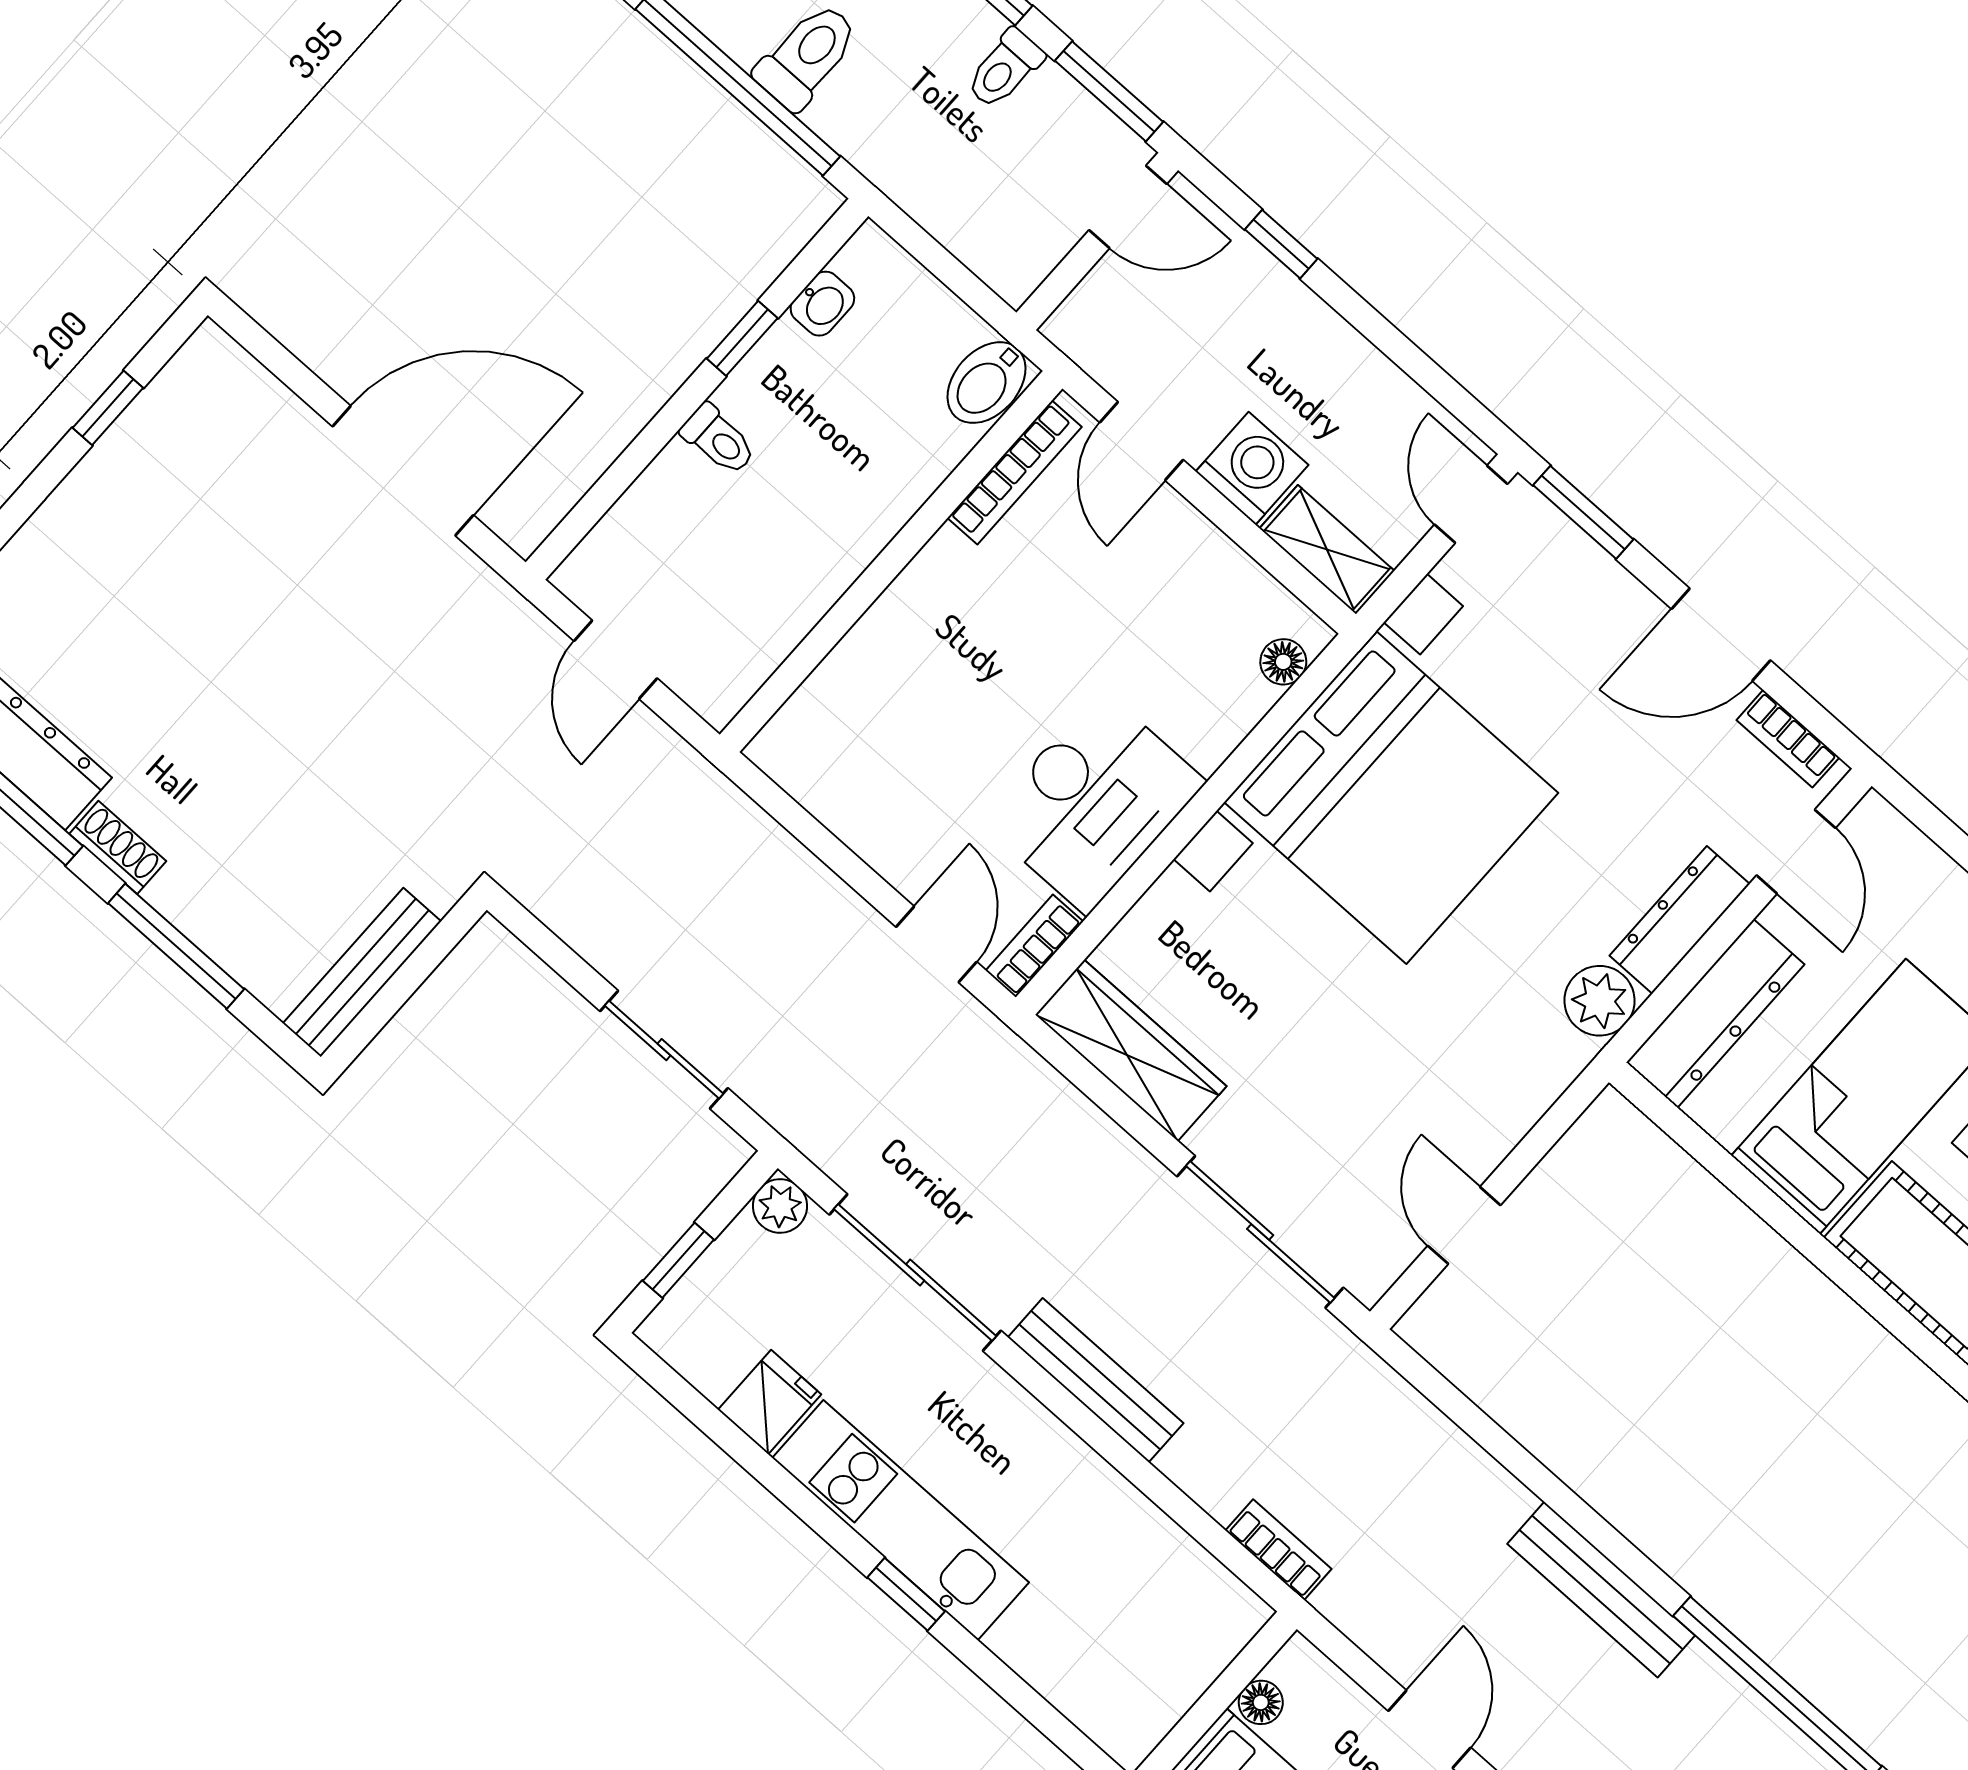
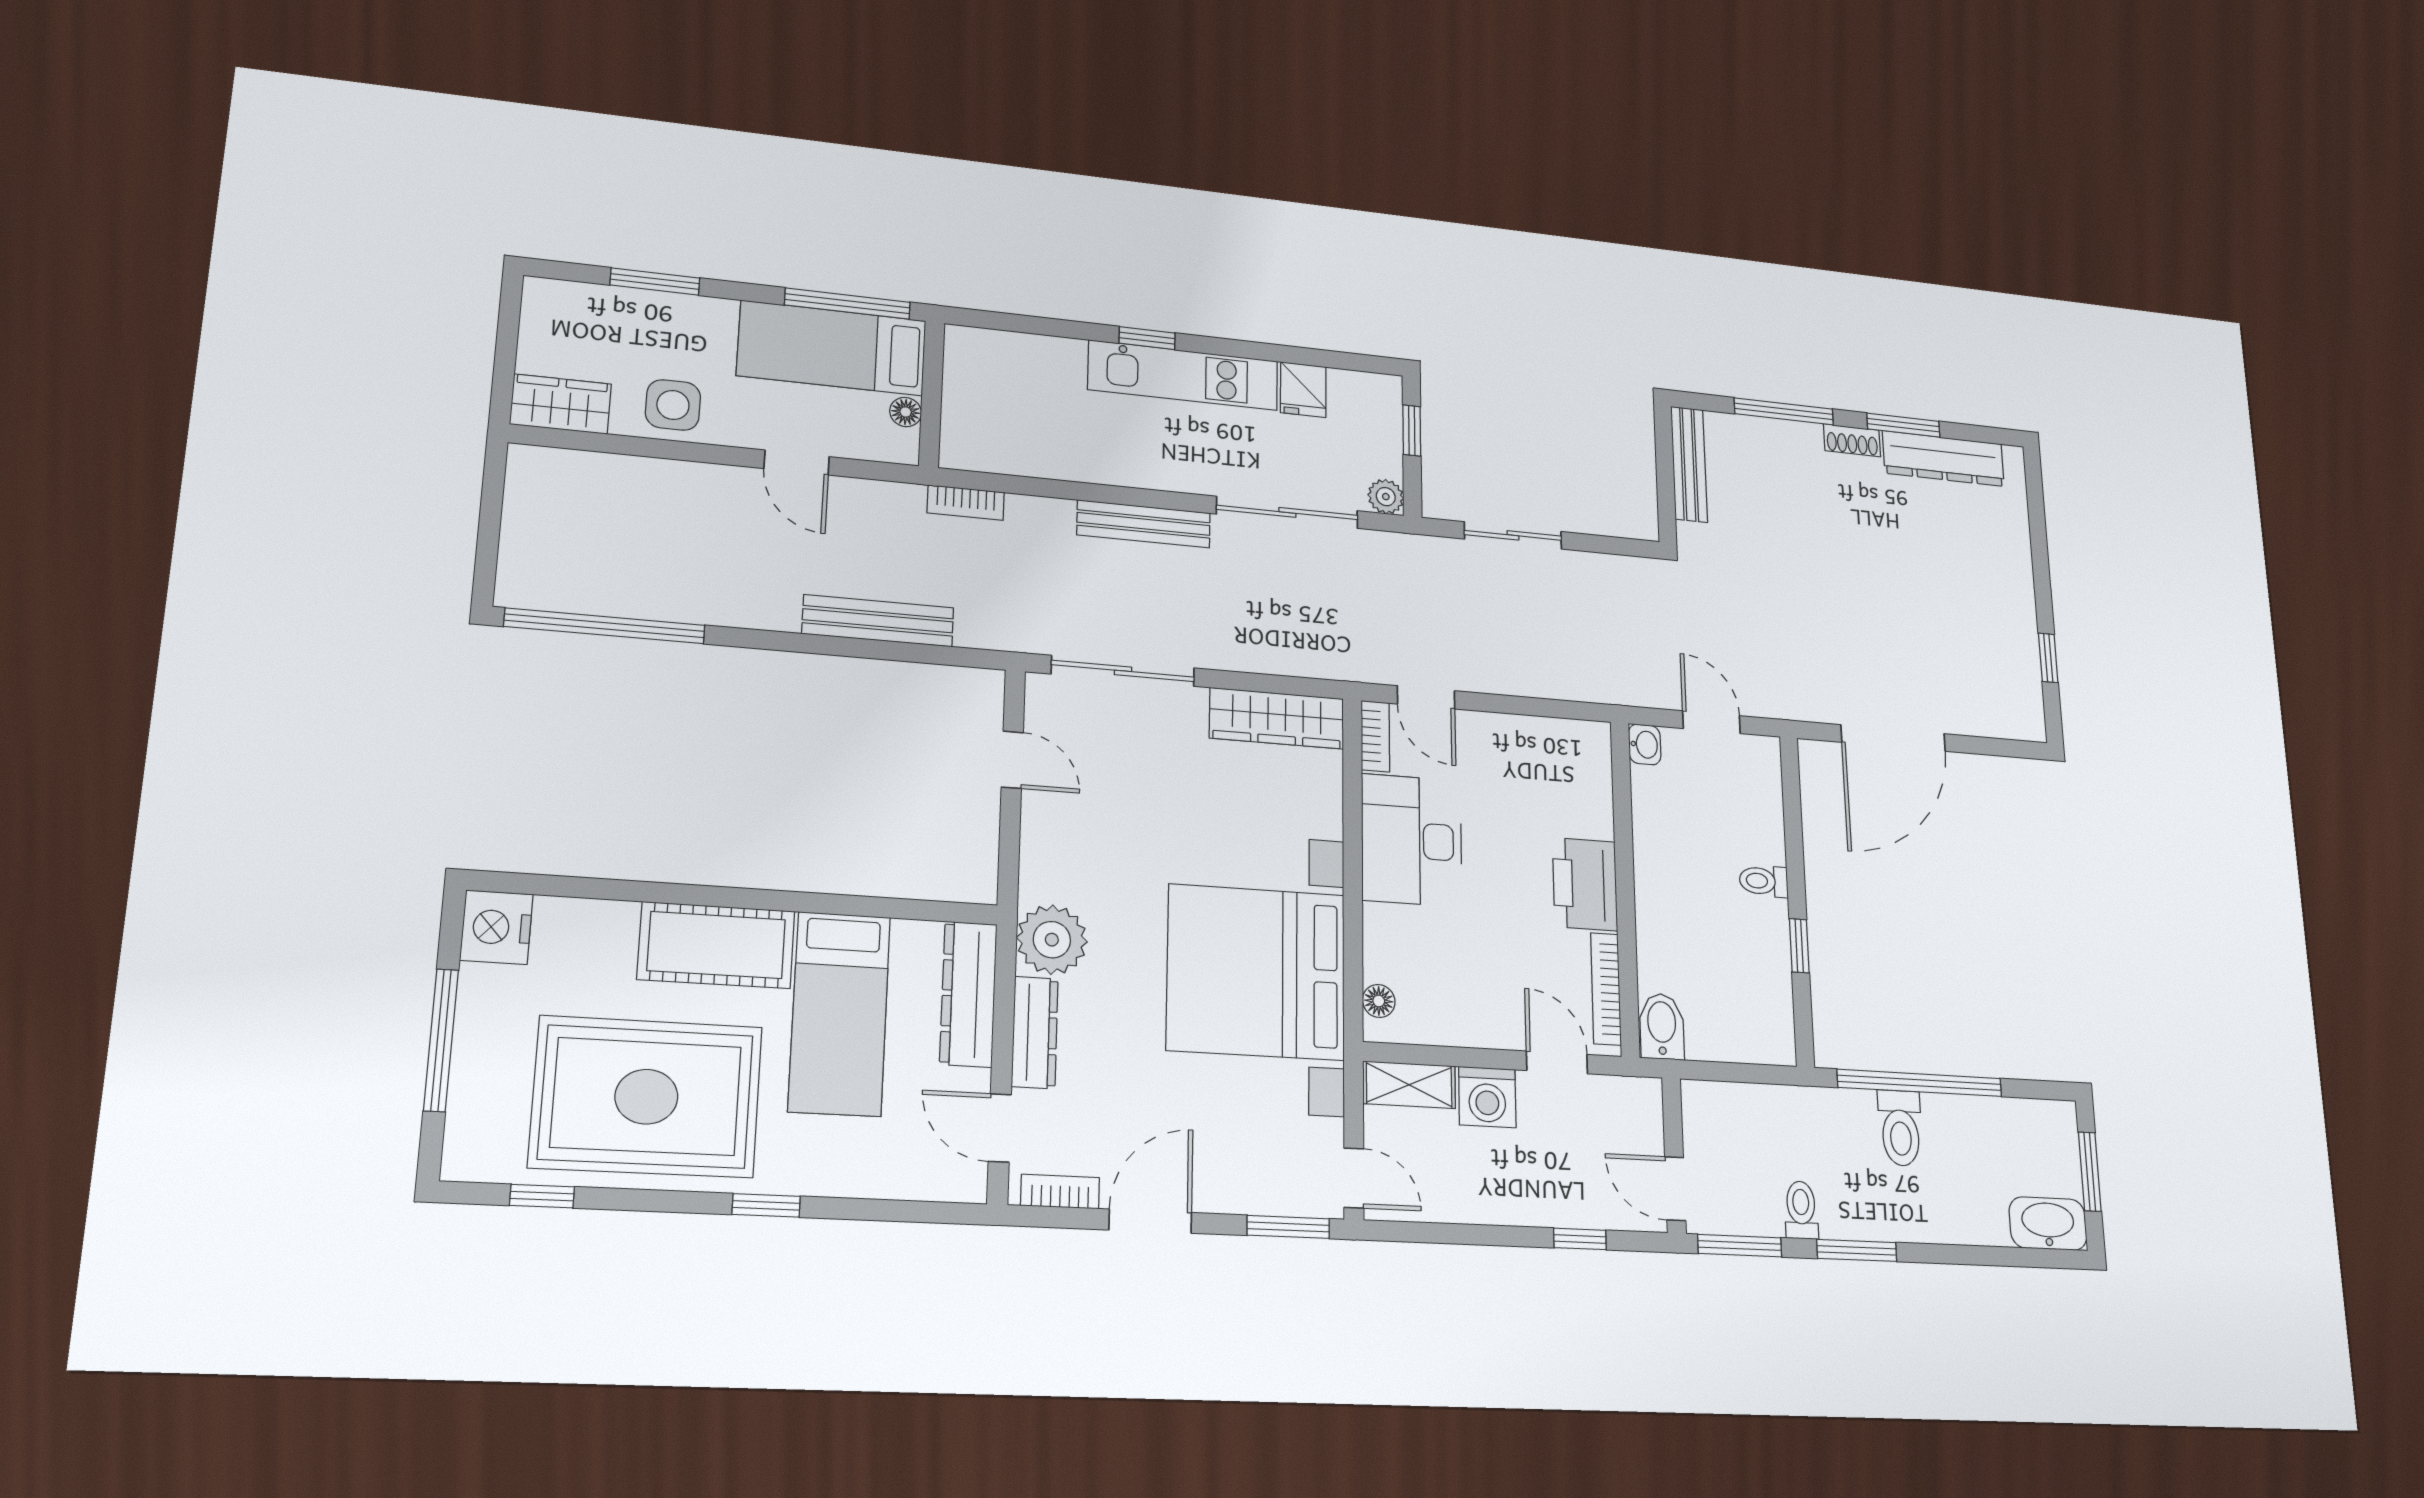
door: (1128, 207) -> (1675, 1189), hinge flipped
washbasin: (822, 304) -> (1645, 744), moved, turned 180
printer: (936, 601) -> (1585, 884), added
plant: (1600, 1001) -> (1052, 940), width x1.36, depth x1.36
bench: (1601, 1590) -> (878, 621), moved

